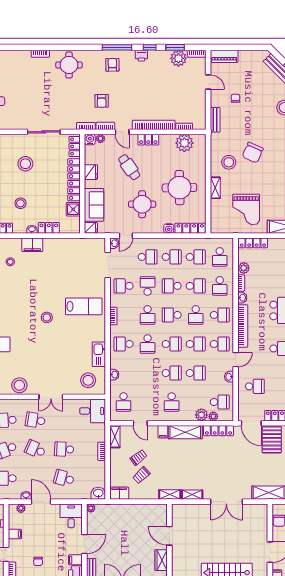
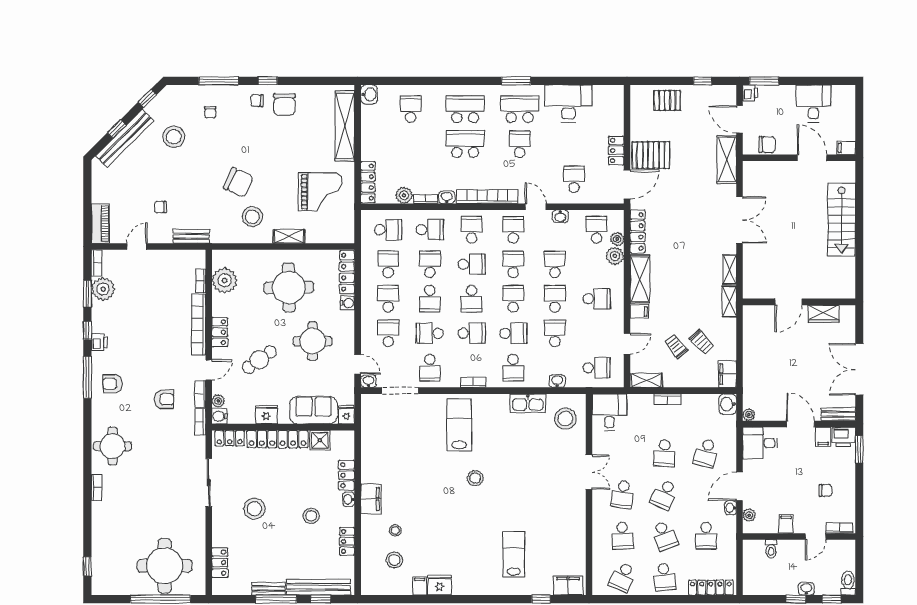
school desk: (148, 373) -> (555, 333), added
stool: (19, 385) -> (573, 517), removed

